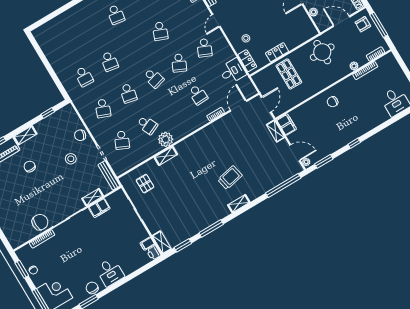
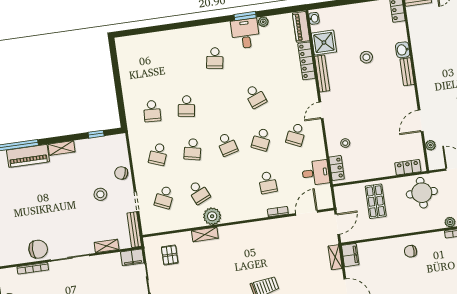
school desk: (160, 31) -> (255, 96), turned -42
locker: (277, 52) -> (408, 167), moved
chair: (30, 167) -> (52, 184), removed
filing cabinet: (99, 208) -> (132, 257), moved

